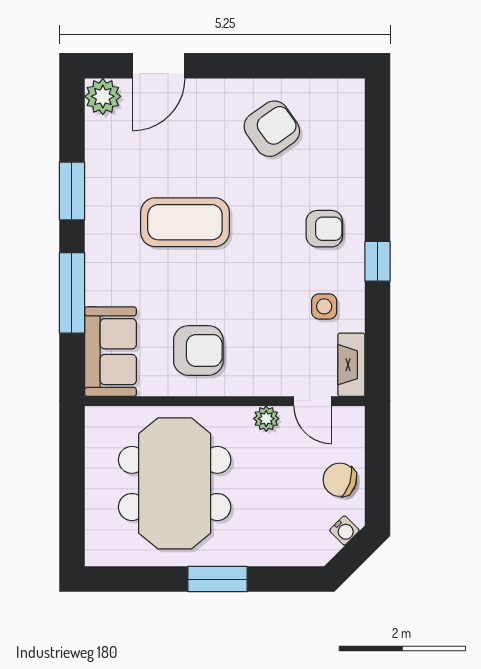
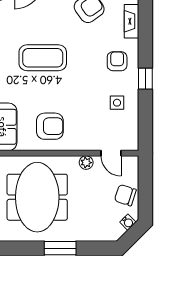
armchair: (324, 229) -> (117, 61), turned -90
fireplace: (351, 365) -> (132, 21), moved

